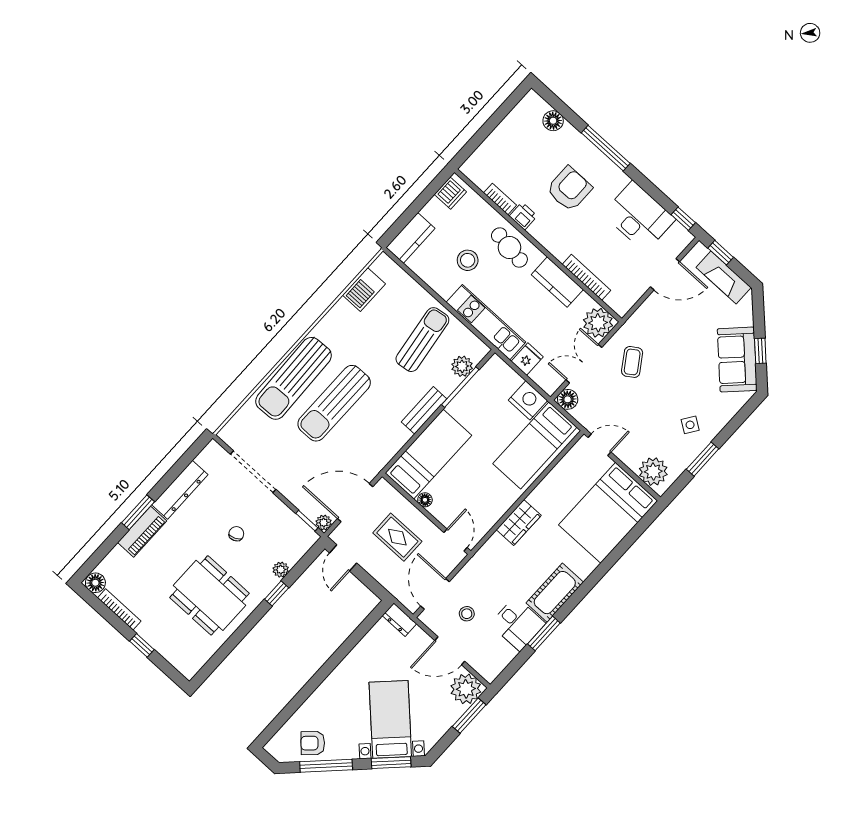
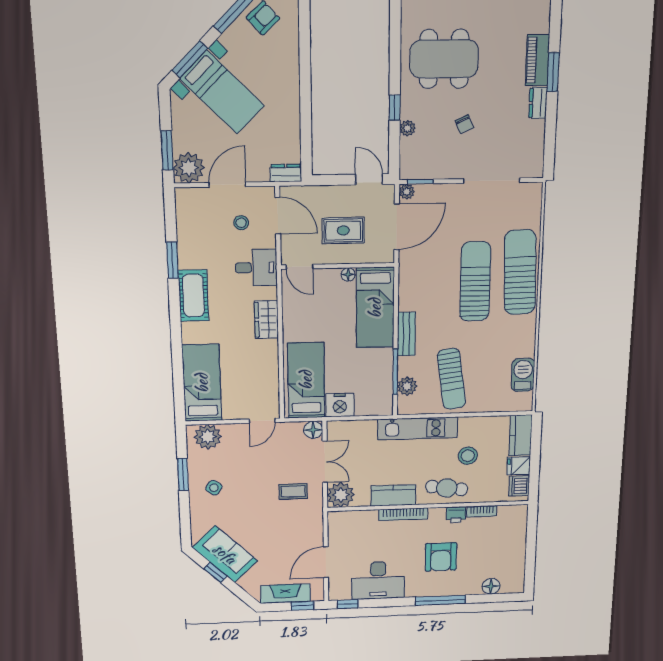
bookcase: (586, 277) -> (403, 514), moved
fridge: (527, 359) -> (519, 466), moved, turned 90
coffee table: (632, 362) -> (293, 491), turned -56
dresser: (180, 490) -> (538, 103), width x0.51, depth x0.80
bed: (608, 513) -> (202, 383), width x0.67
desk: (518, 624) -> (256, 268), moved, turned 180

